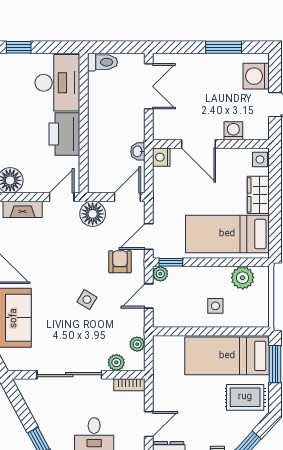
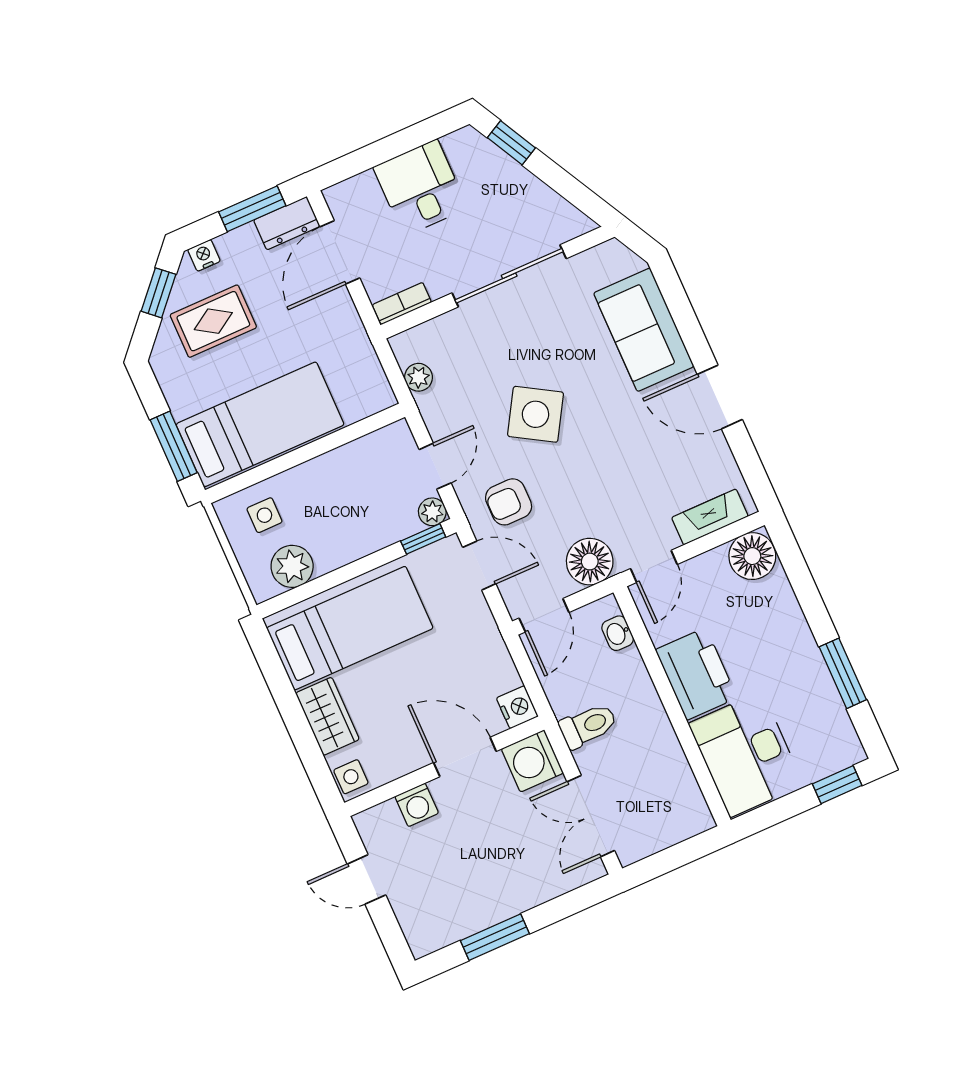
toilet: (102, 62) -> (588, 726), moved, turned 180
washing machine: (256, 76) -> (532, 761), moved, turned 180
washbasin: (138, 151) -> (618, 633), moved, turned 180
door: (149, 236) -> (479, 566), hinge flipped
armchair: (120, 262) -> (509, 502), turned 90
side table: (87, 300) -> (536, 414), width x1.87, depth x1.87
side table: (215, 306) -> (264, 515), moved
plant: (116, 362) -> (440, 331), removed
rug: (245, 397) -> (213, 321), moved
door: (149, 424) -> (340, 252), width x1.38

